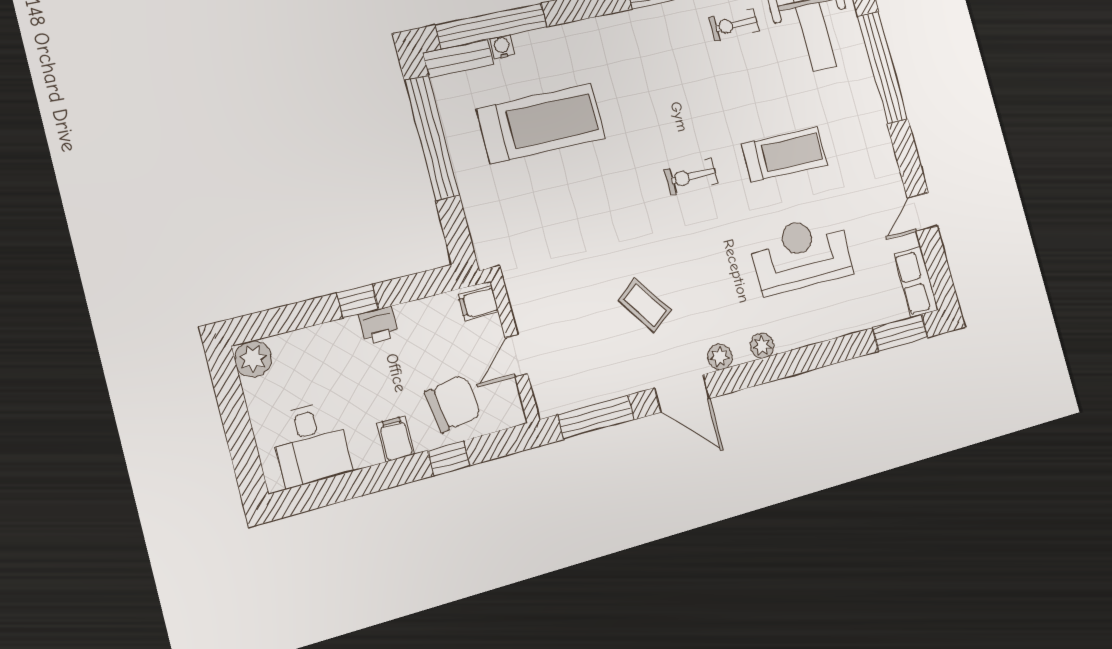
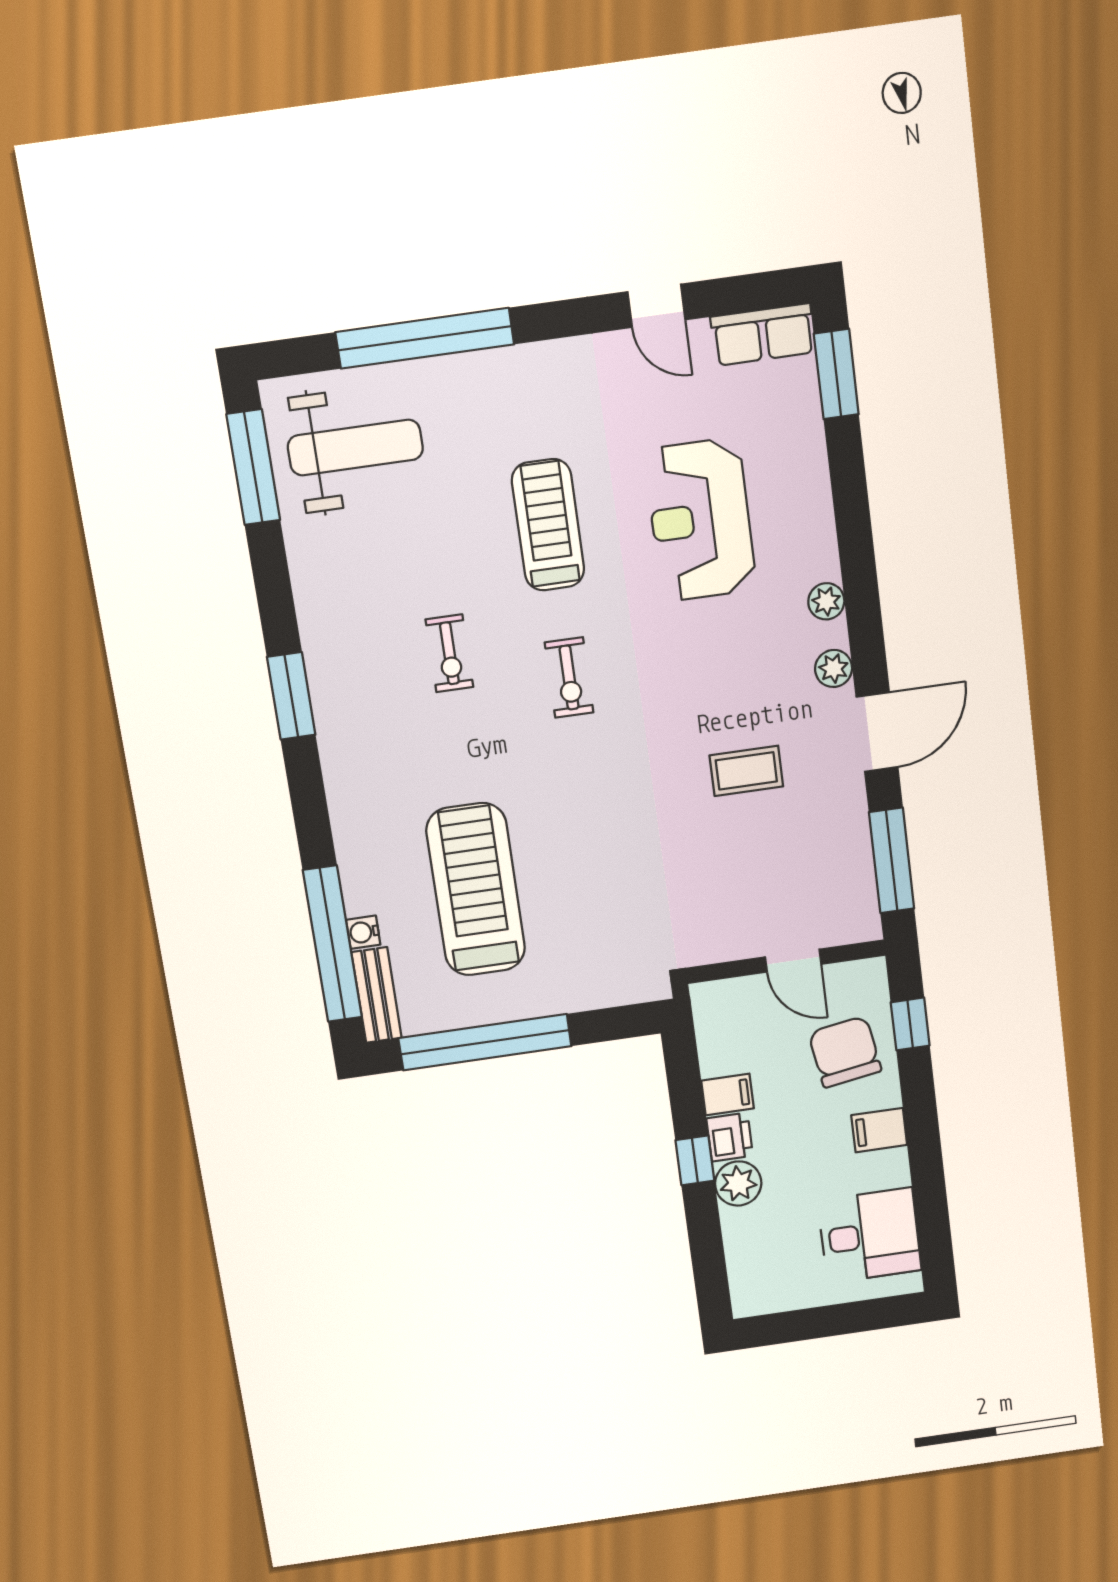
exercise bike: (734, 25) -> (449, 653), moved
filing cabinet: (478, 303) -> (728, 1094), moved, turned -90
coffee table: (645, 305) -> (746, 771), turned 35
plant: (253, 359) -> (738, 1183), moved
window: (449, 458) -> (910, 1024), moved

